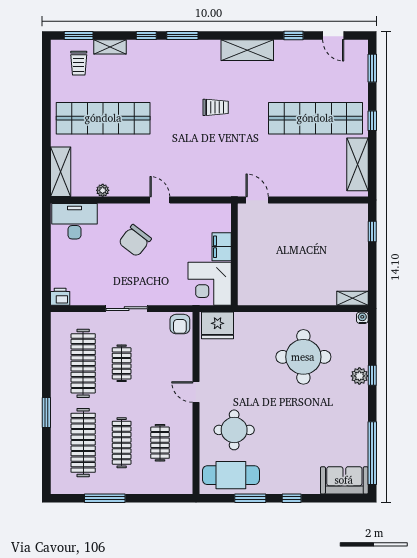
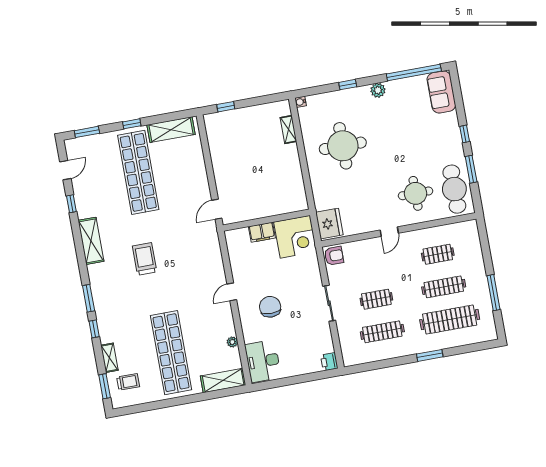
trolley: (216, 107) -> (145, 259), width x1.36, depth x1.39
chair: (135, 241) -> (270, 307), turned -128
shelving: (352, 298) -> (288, 129), moved
clothes rail: (83, 363) -> (382, 332), width x0.73, depth x0.76
plant: (359, 376) -> (378, 90), moved

